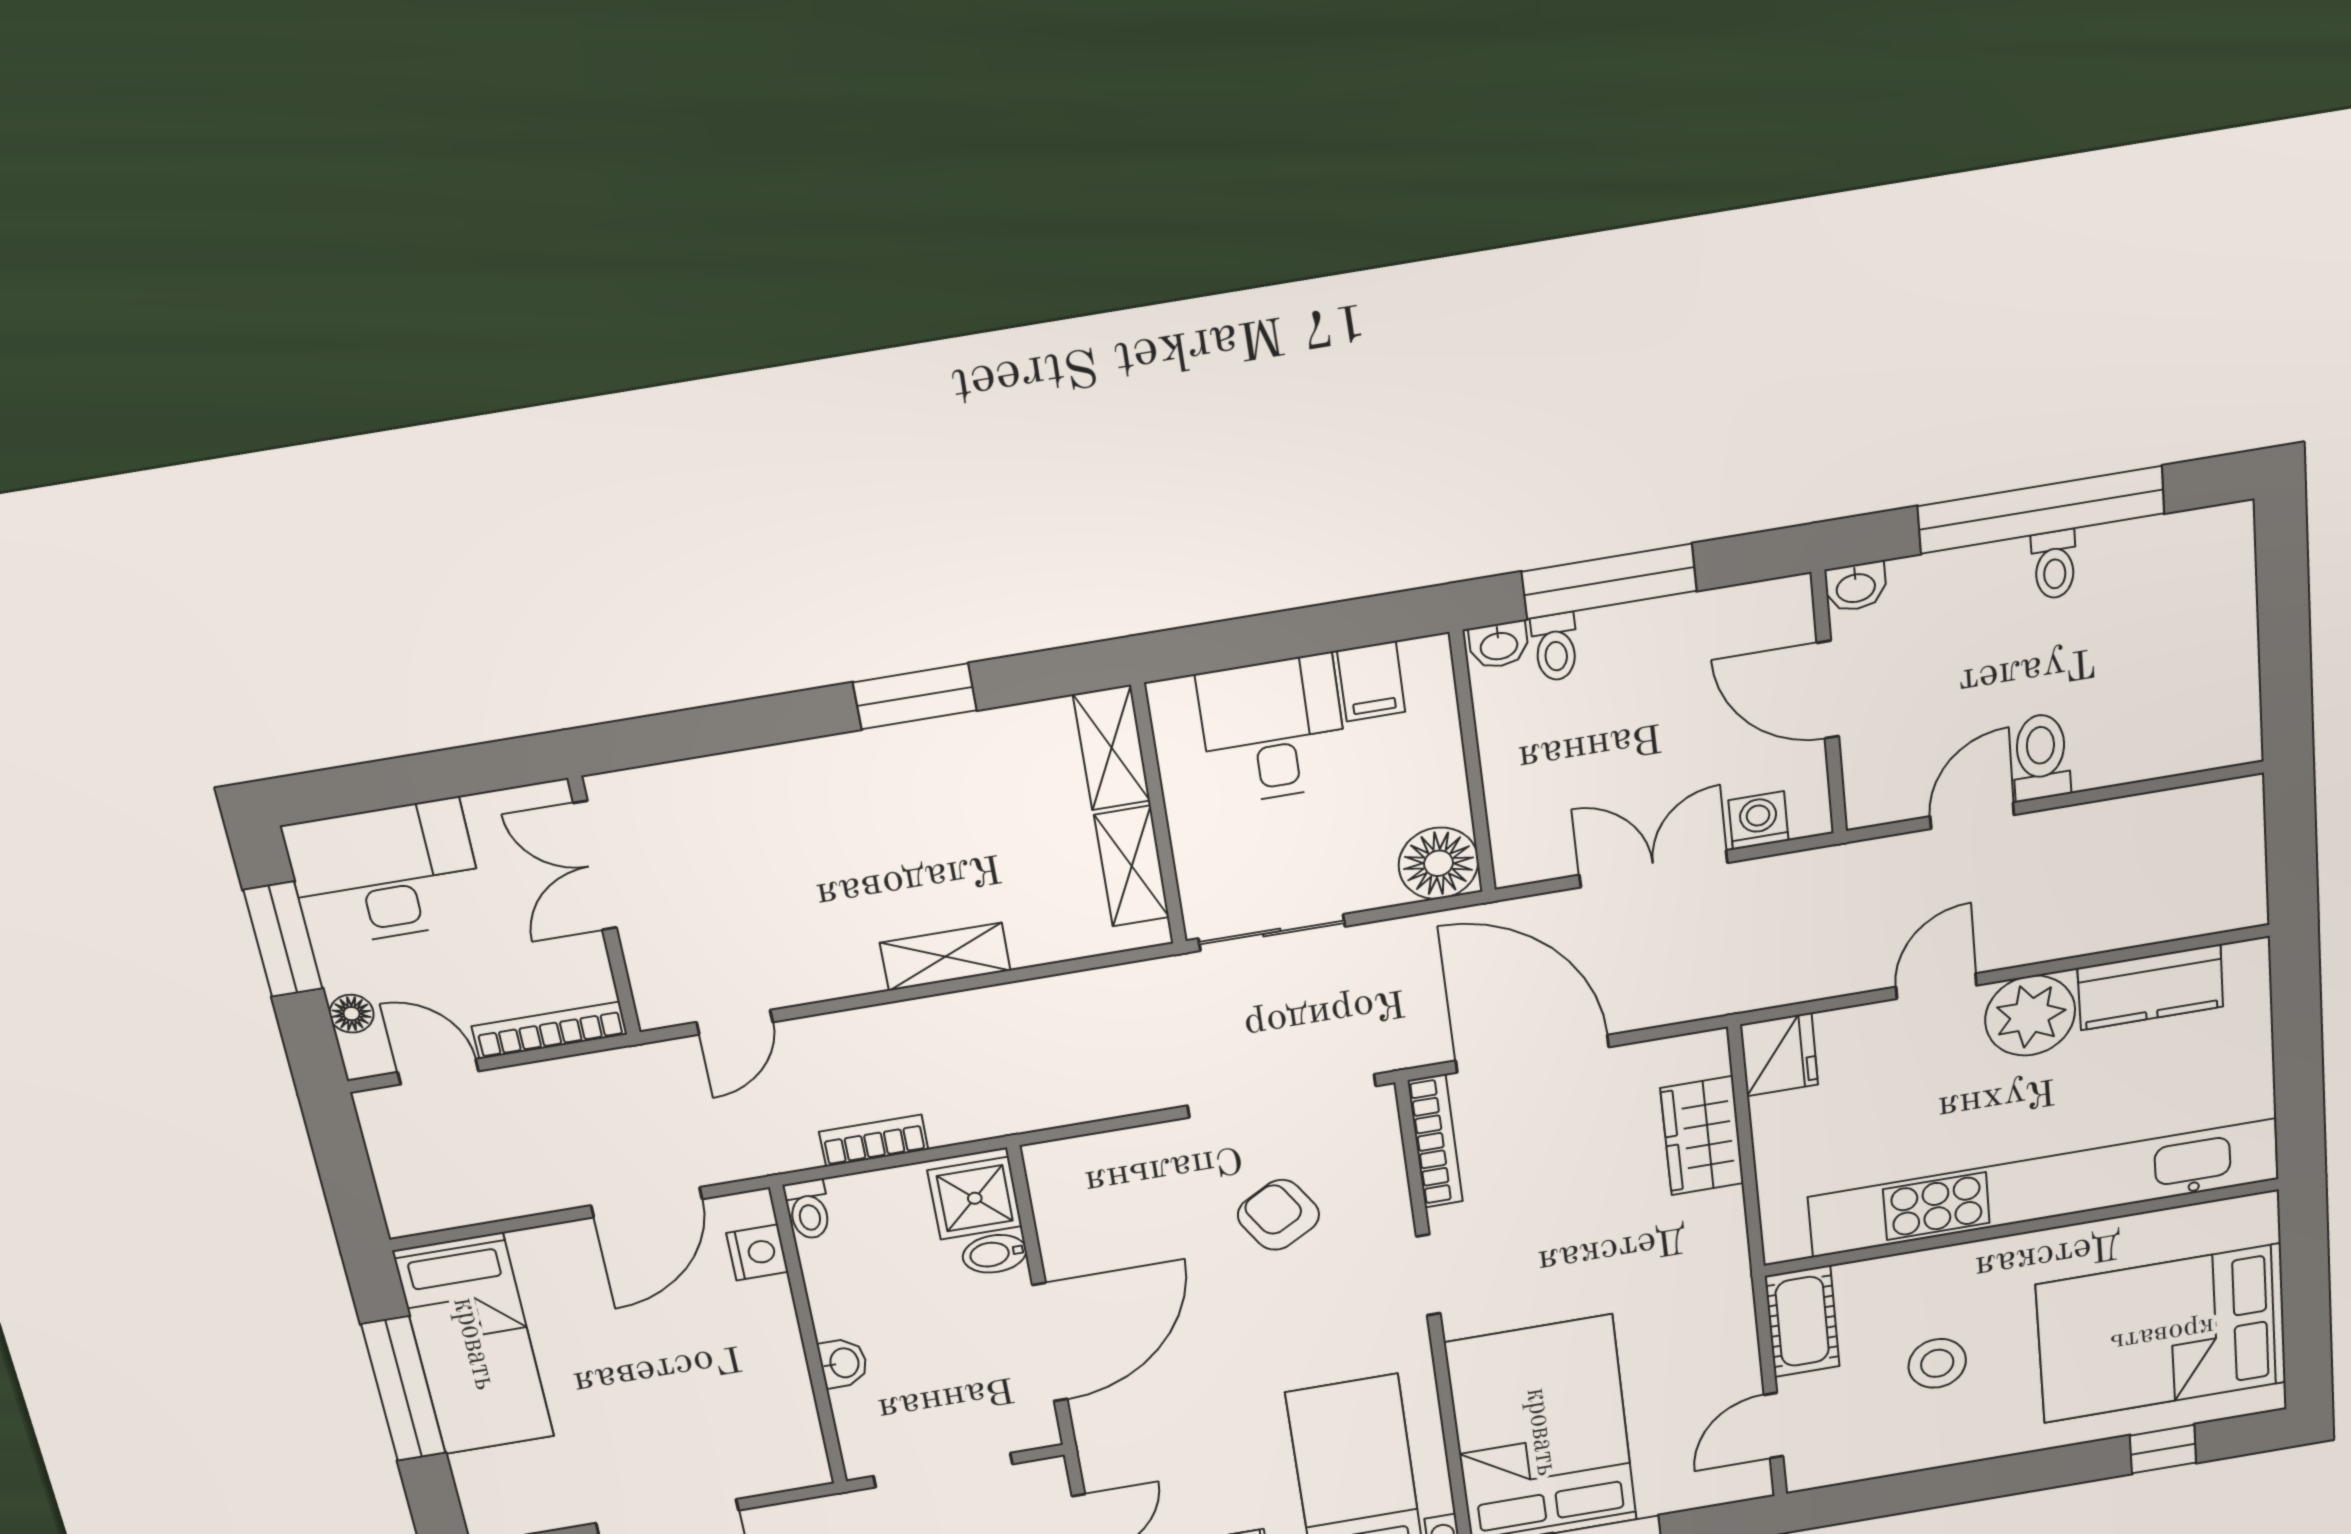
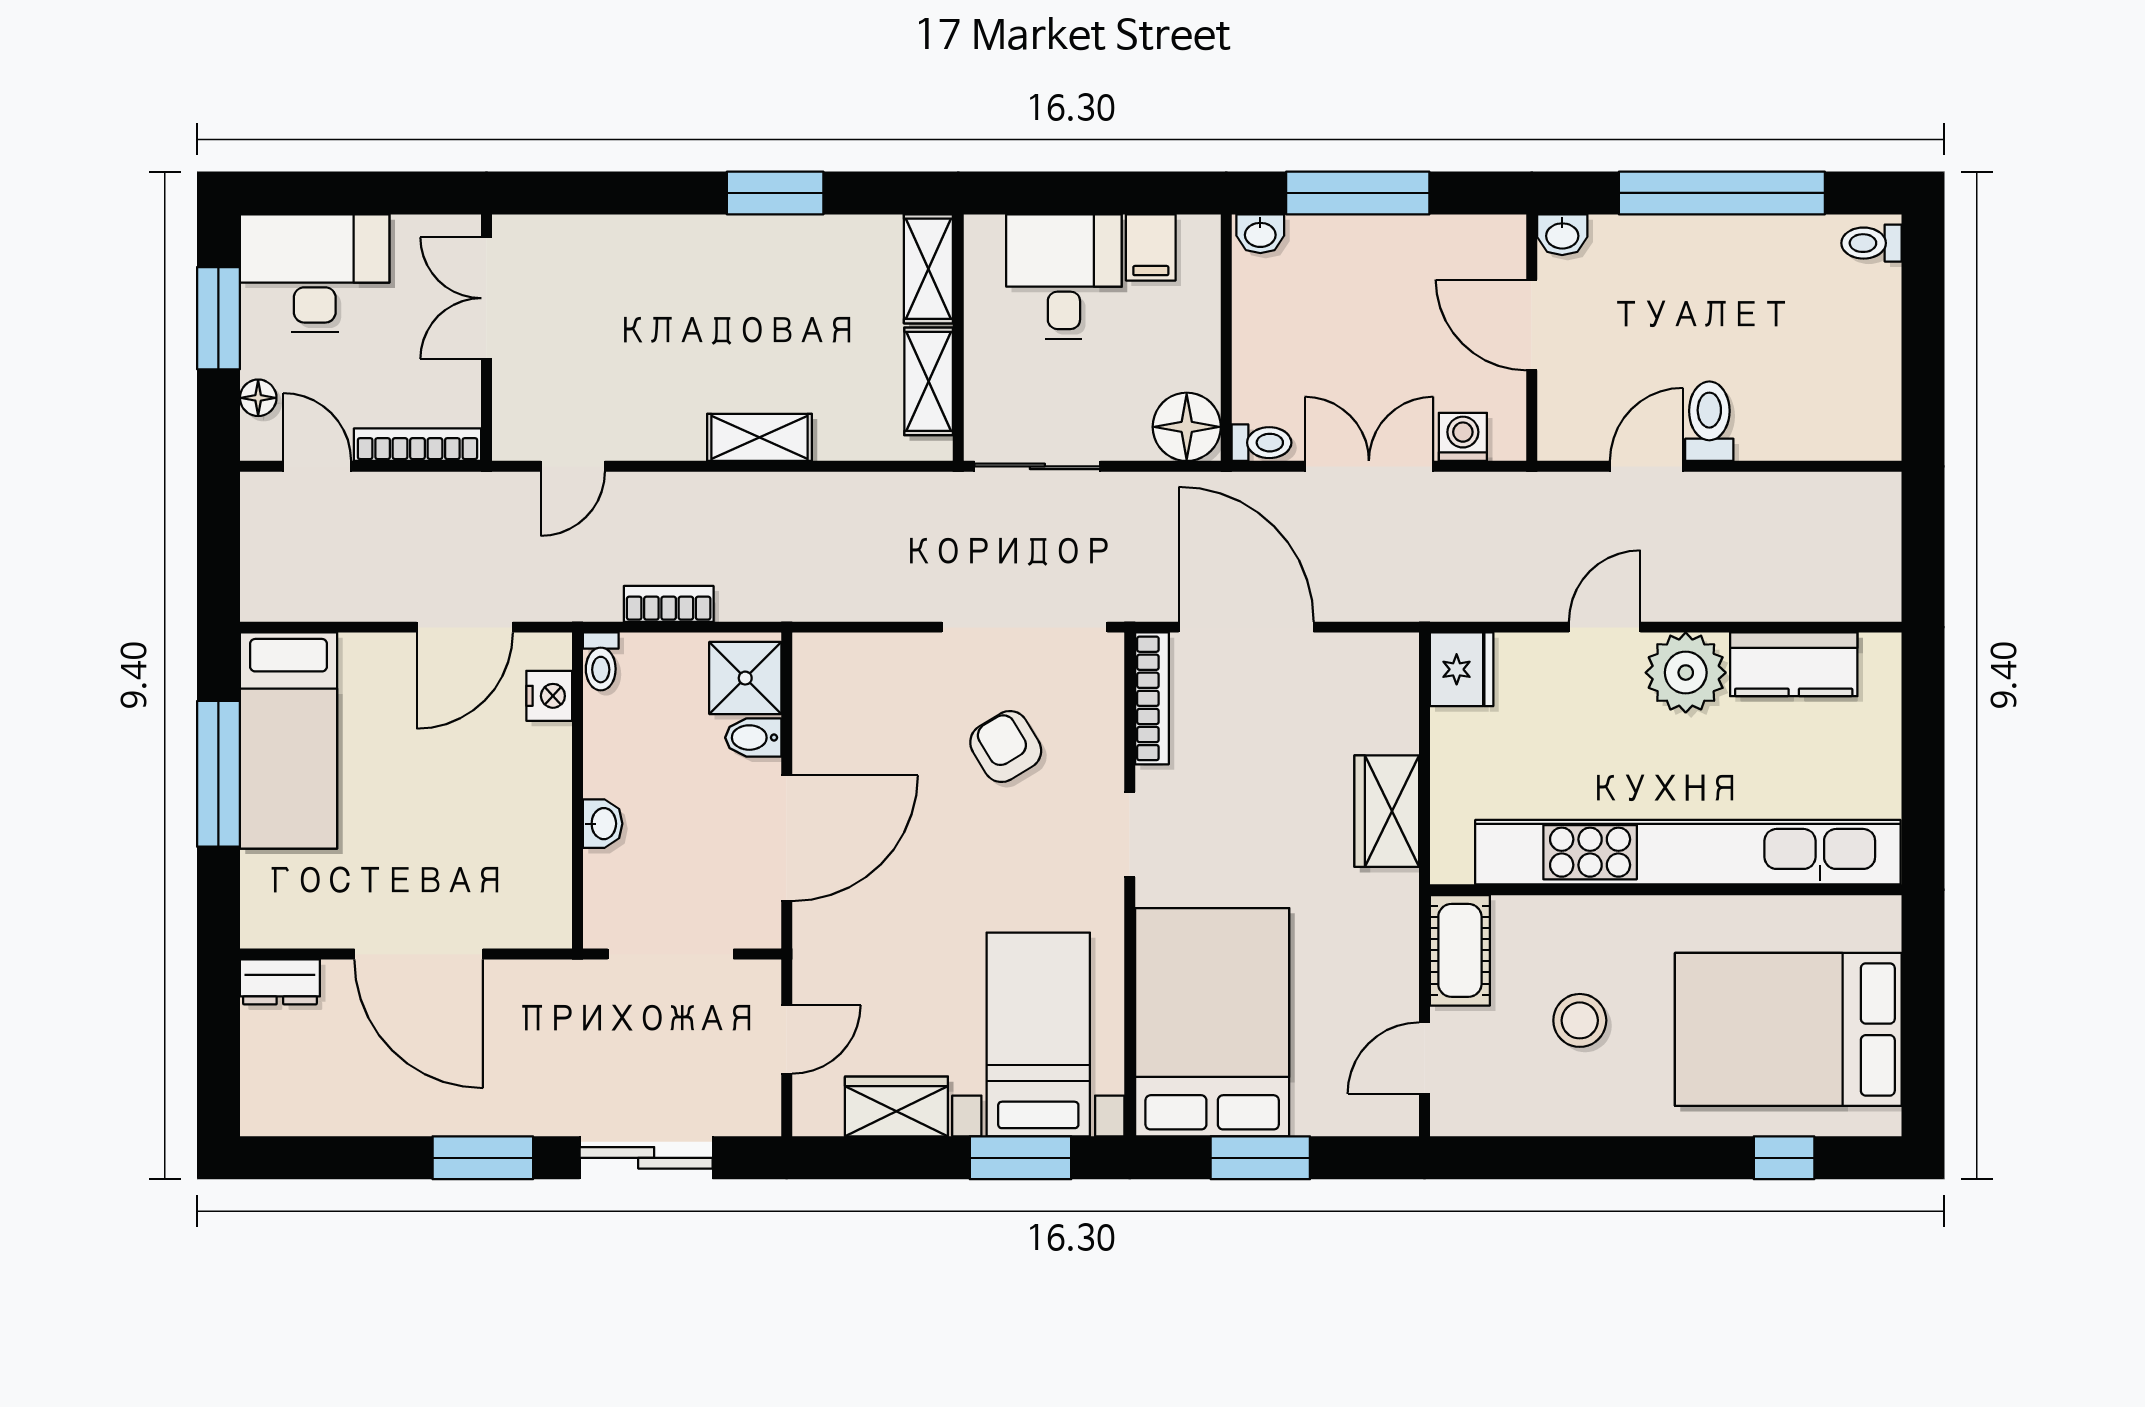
toilet: (2054, 565) -> (1871, 243), moved, turned 90
toilet: (1555, 647) -> (1261, 443), moved, turned -90
wardrobe: (1702, 1136) -> (1387, 811), moved

